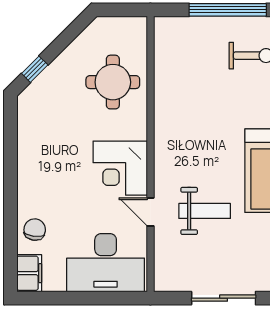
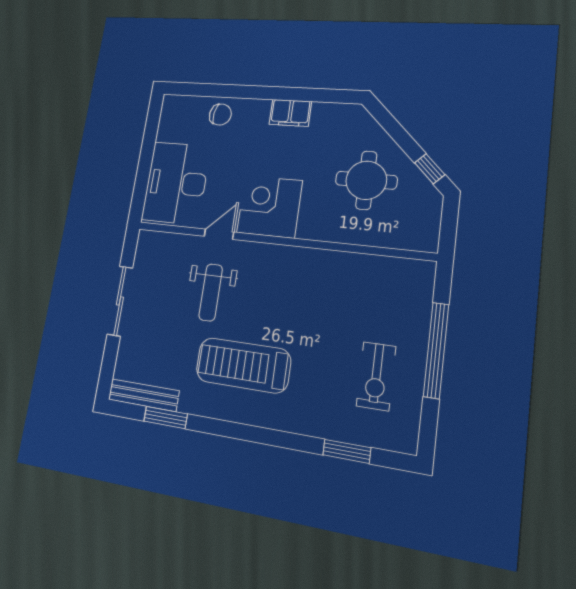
window: (35, 69) -> (430, 169), moved
round table: (113, 82) -> (366, 180), moved
filing cabinet: (29, 273) -> (290, 113), moved

